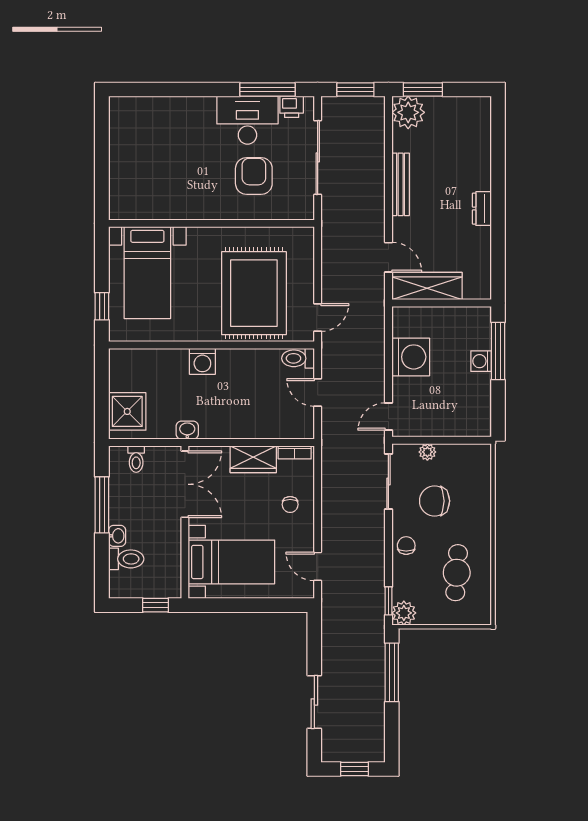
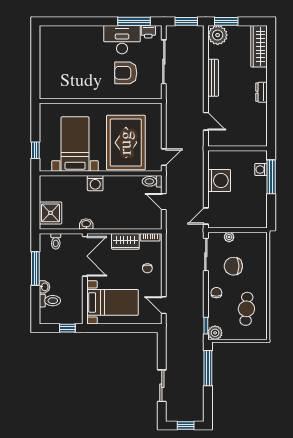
armchair: (254, 176) -> (126, 73), turned -90
bed with nightstands: (147, 273) -> (75, 144), moved, turned 180
wardrobe: (427, 286) -> (259, 46), moved, turned -90
washing machine: (481, 361) -> (261, 169), moved

